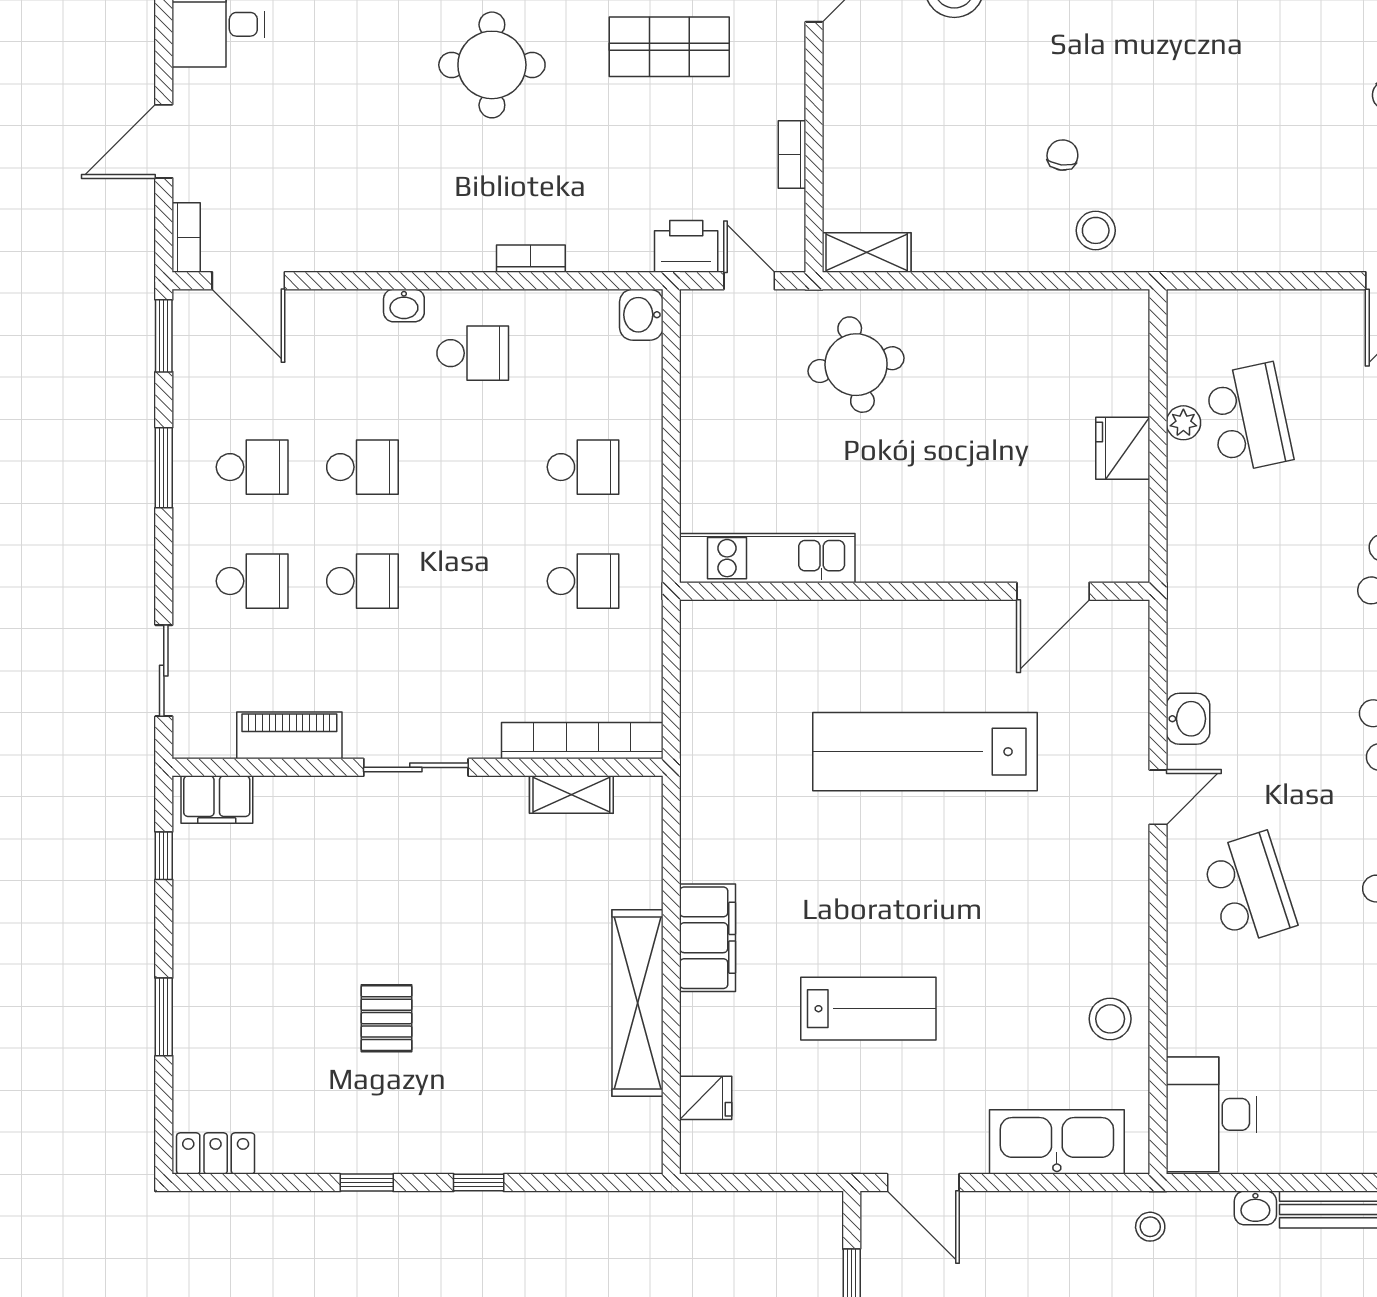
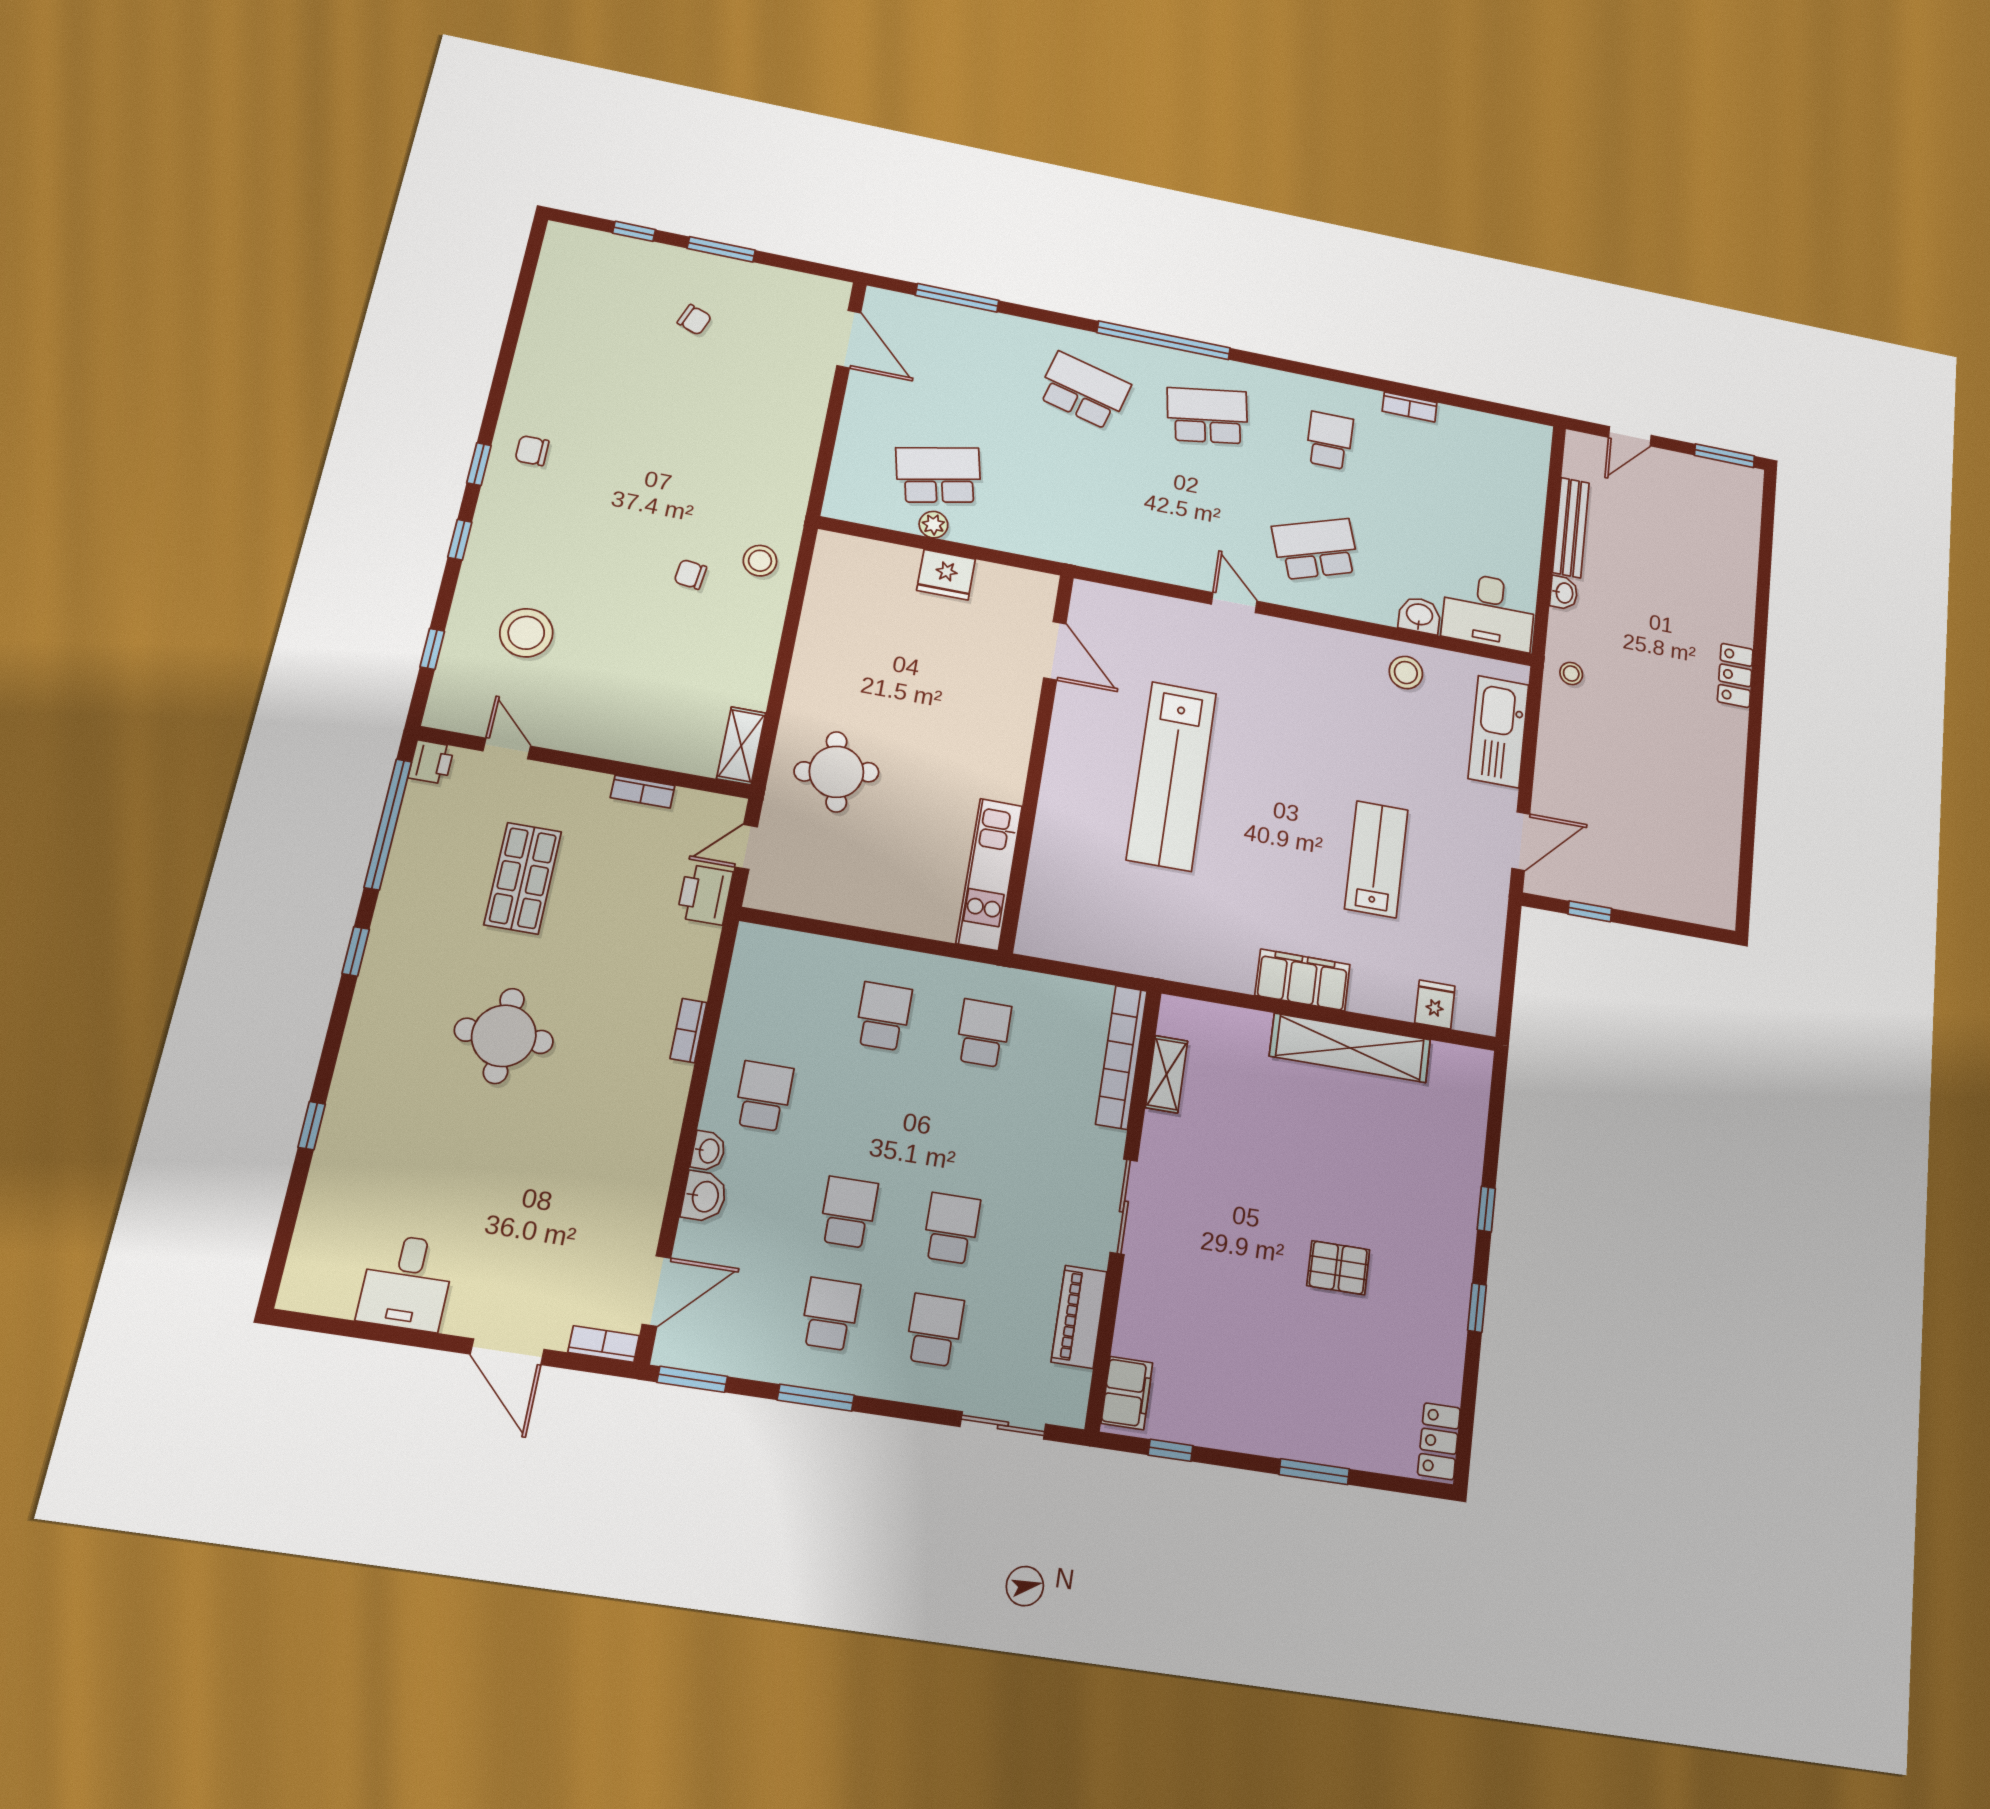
washbasin: (641, 315) -> (704, 1196), moved, turned -90
washbasin: (1188, 719) -> (1419, 615), moved

